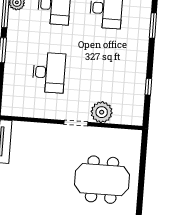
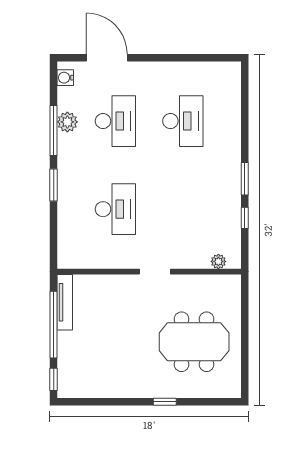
window: (153, 26) -> (245, 179), moved
plant: (102, 112) -> (218, 261), moved, width x0.53, depth x0.53

